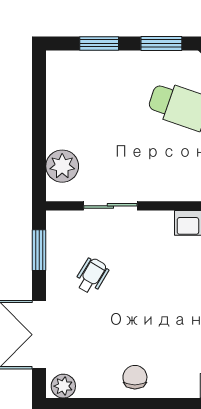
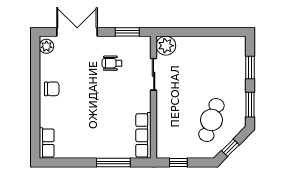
plant: (62, 166) -> (166, 46), moved
wheelchair: (92, 276) -> (112, 63), turned 149

